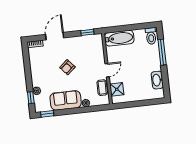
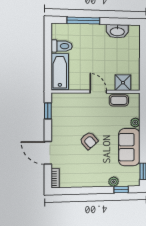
toilet: (151, 36) -> (62, 46), moved

